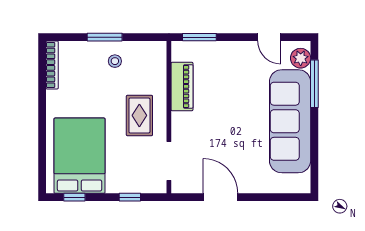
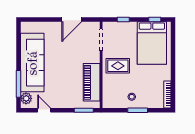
piano: (182, 86) -> (92, 82), width x1.37, depth x1.33
rug: (139, 115) -> (118, 66), turned 90
door: (221, 197) -> (72, 19), hinge flipped

